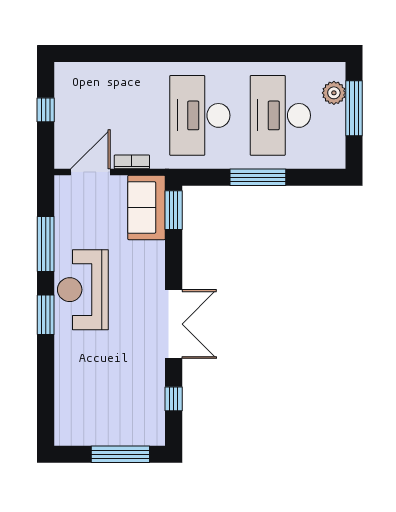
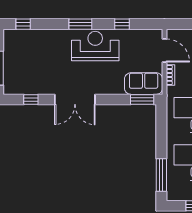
window: (258, 177) -> (161, 175), moved
window: (46, 244) -> (122, 24), width x0.46
window: (46, 412) -> (23, 24), added

